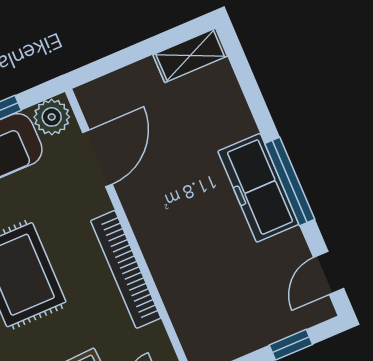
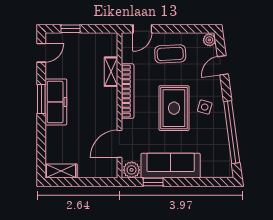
window: (290, 181) -> (41, 99), width x0.69
shelving: (175, 294) -> (111, 72), added

